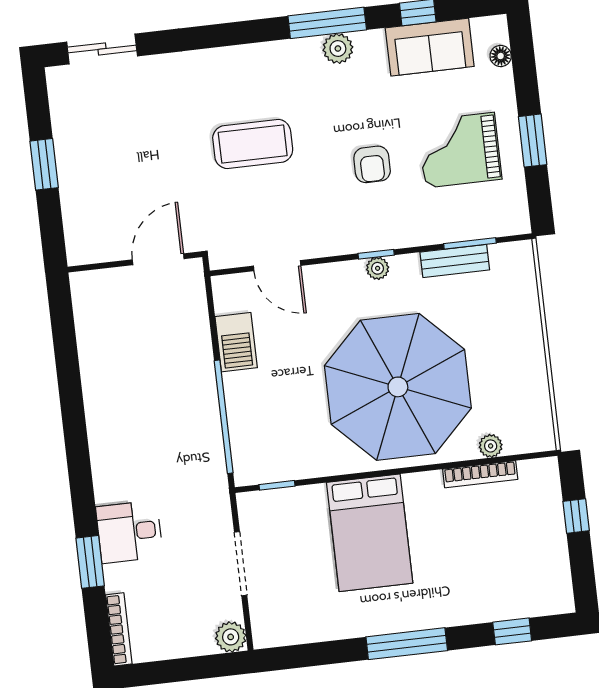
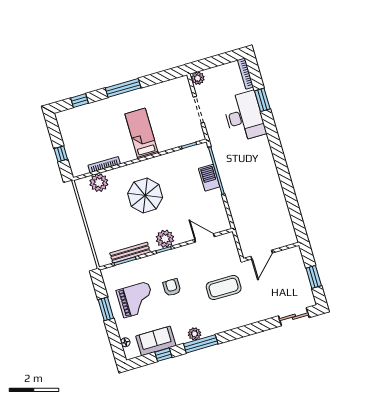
window: (44, 164) -> (314, 277), moved
door: (158, 259) -> (262, 255), moved
bench: (455, 261) -> (130, 253), width x1.36
wall: (135, 262) -> (271, 252), moved
plant: (378, 268) -> (165, 239), width x1.87, depth x1.87
barbecue: (236, 342) -> (209, 178), moved
parasol: (398, 387) -> (145, 195), width x0.54, depth x0.54
plant: (491, 446) -> (99, 183), width x1.88, depth x1.88
desk: (129, 532) -> (244, 116), width x1.87, depth x1.30
bed: (370, 533) -> (142, 133), width x0.67

